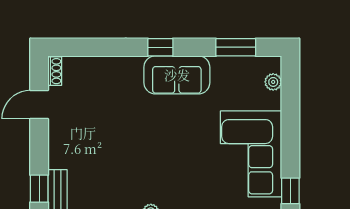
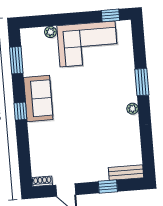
plant: (273, 82) -> (50, 32), moved
window: (39, 189) -> (108, 187), moved

